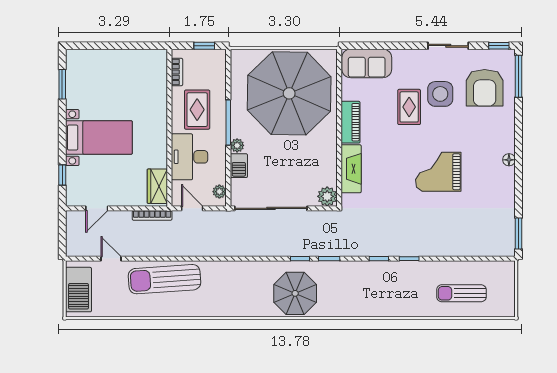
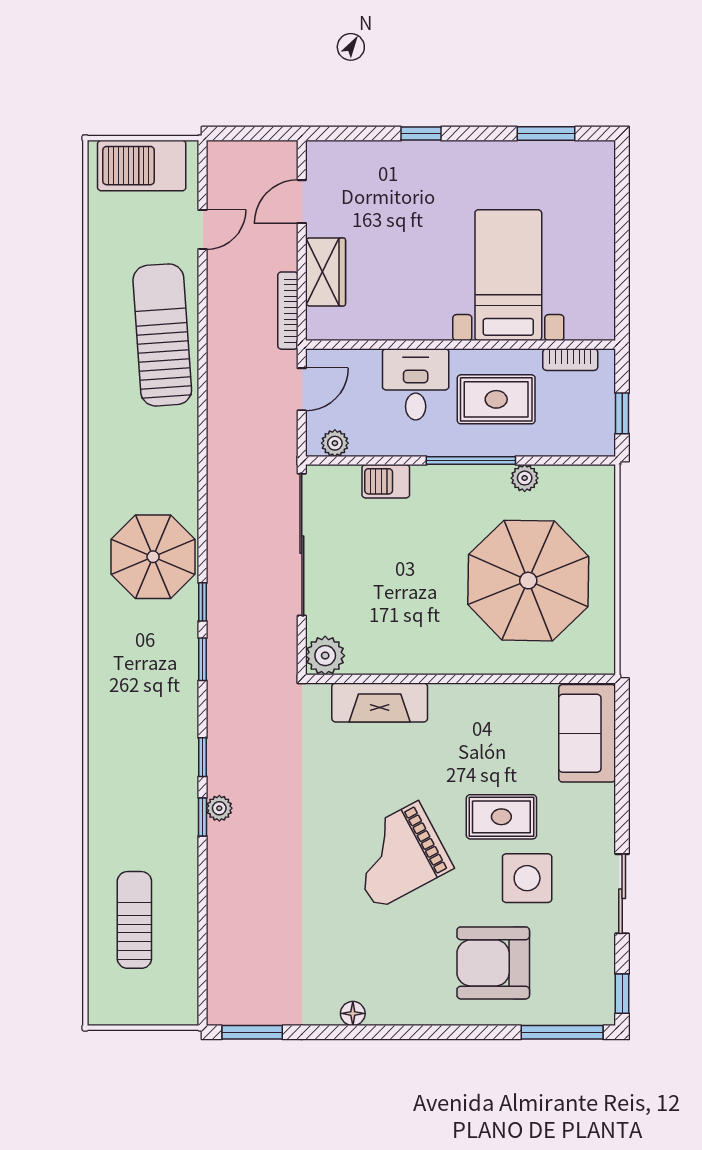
armchair: (485, 88) -> (493, 963), moved
parasol: (289, 93) -> (528, 581), width x0.73, depth x0.73
piano: (351, 122) -> (471, 701), removed
bed with nightstands: (99, 138) -> (508, 275), moved, turned 180
plant: (237, 145) -> (525, 478), moved
desk: (190, 157) -> (416, 384), width x0.73
floor lamp: (509, 160) -> (353, 1013), moved
grand piano: (438, 172) -> (397, 855), moved, turned -118
window: (62, 175) -> (421, 134), moved
wardrobe: (157, 186) -> (326, 272), moved, turned 90
door: (97, 208) -> (302, 202), hinge flipped
plant: (405, 250) -> (219, 808), added
parasol: (295, 293) -> (153, 557), moved

